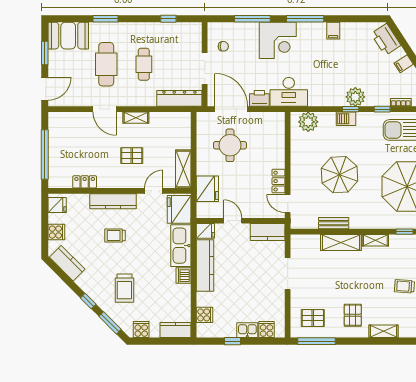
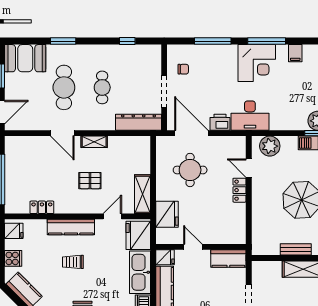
corner desk: (278, 40) -> (257, 63), moved
locker: (279, 181) -> (239, 190), moved
door: (288, 204) -> (249, 168), moved

